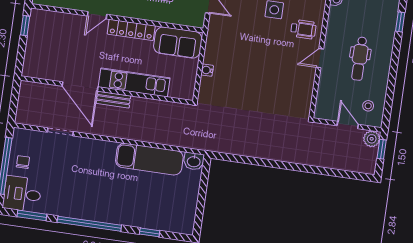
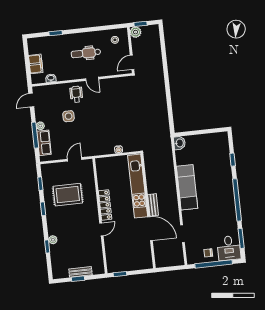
door: (97, 15) -> (101, 229), hinge flipped
sofa: (178, 42) -> (106, 173), removed
dental chair: (360, 59) -> (86, 53), turned 180
kitchen unit: (134, 82) -> (138, 186), width x1.36
door: (80, 87) -> (150, 229), hinge flipped
door: (348, 125) -> (132, 62), moved
exam couch: (149, 159) -> (187, 187), moved

